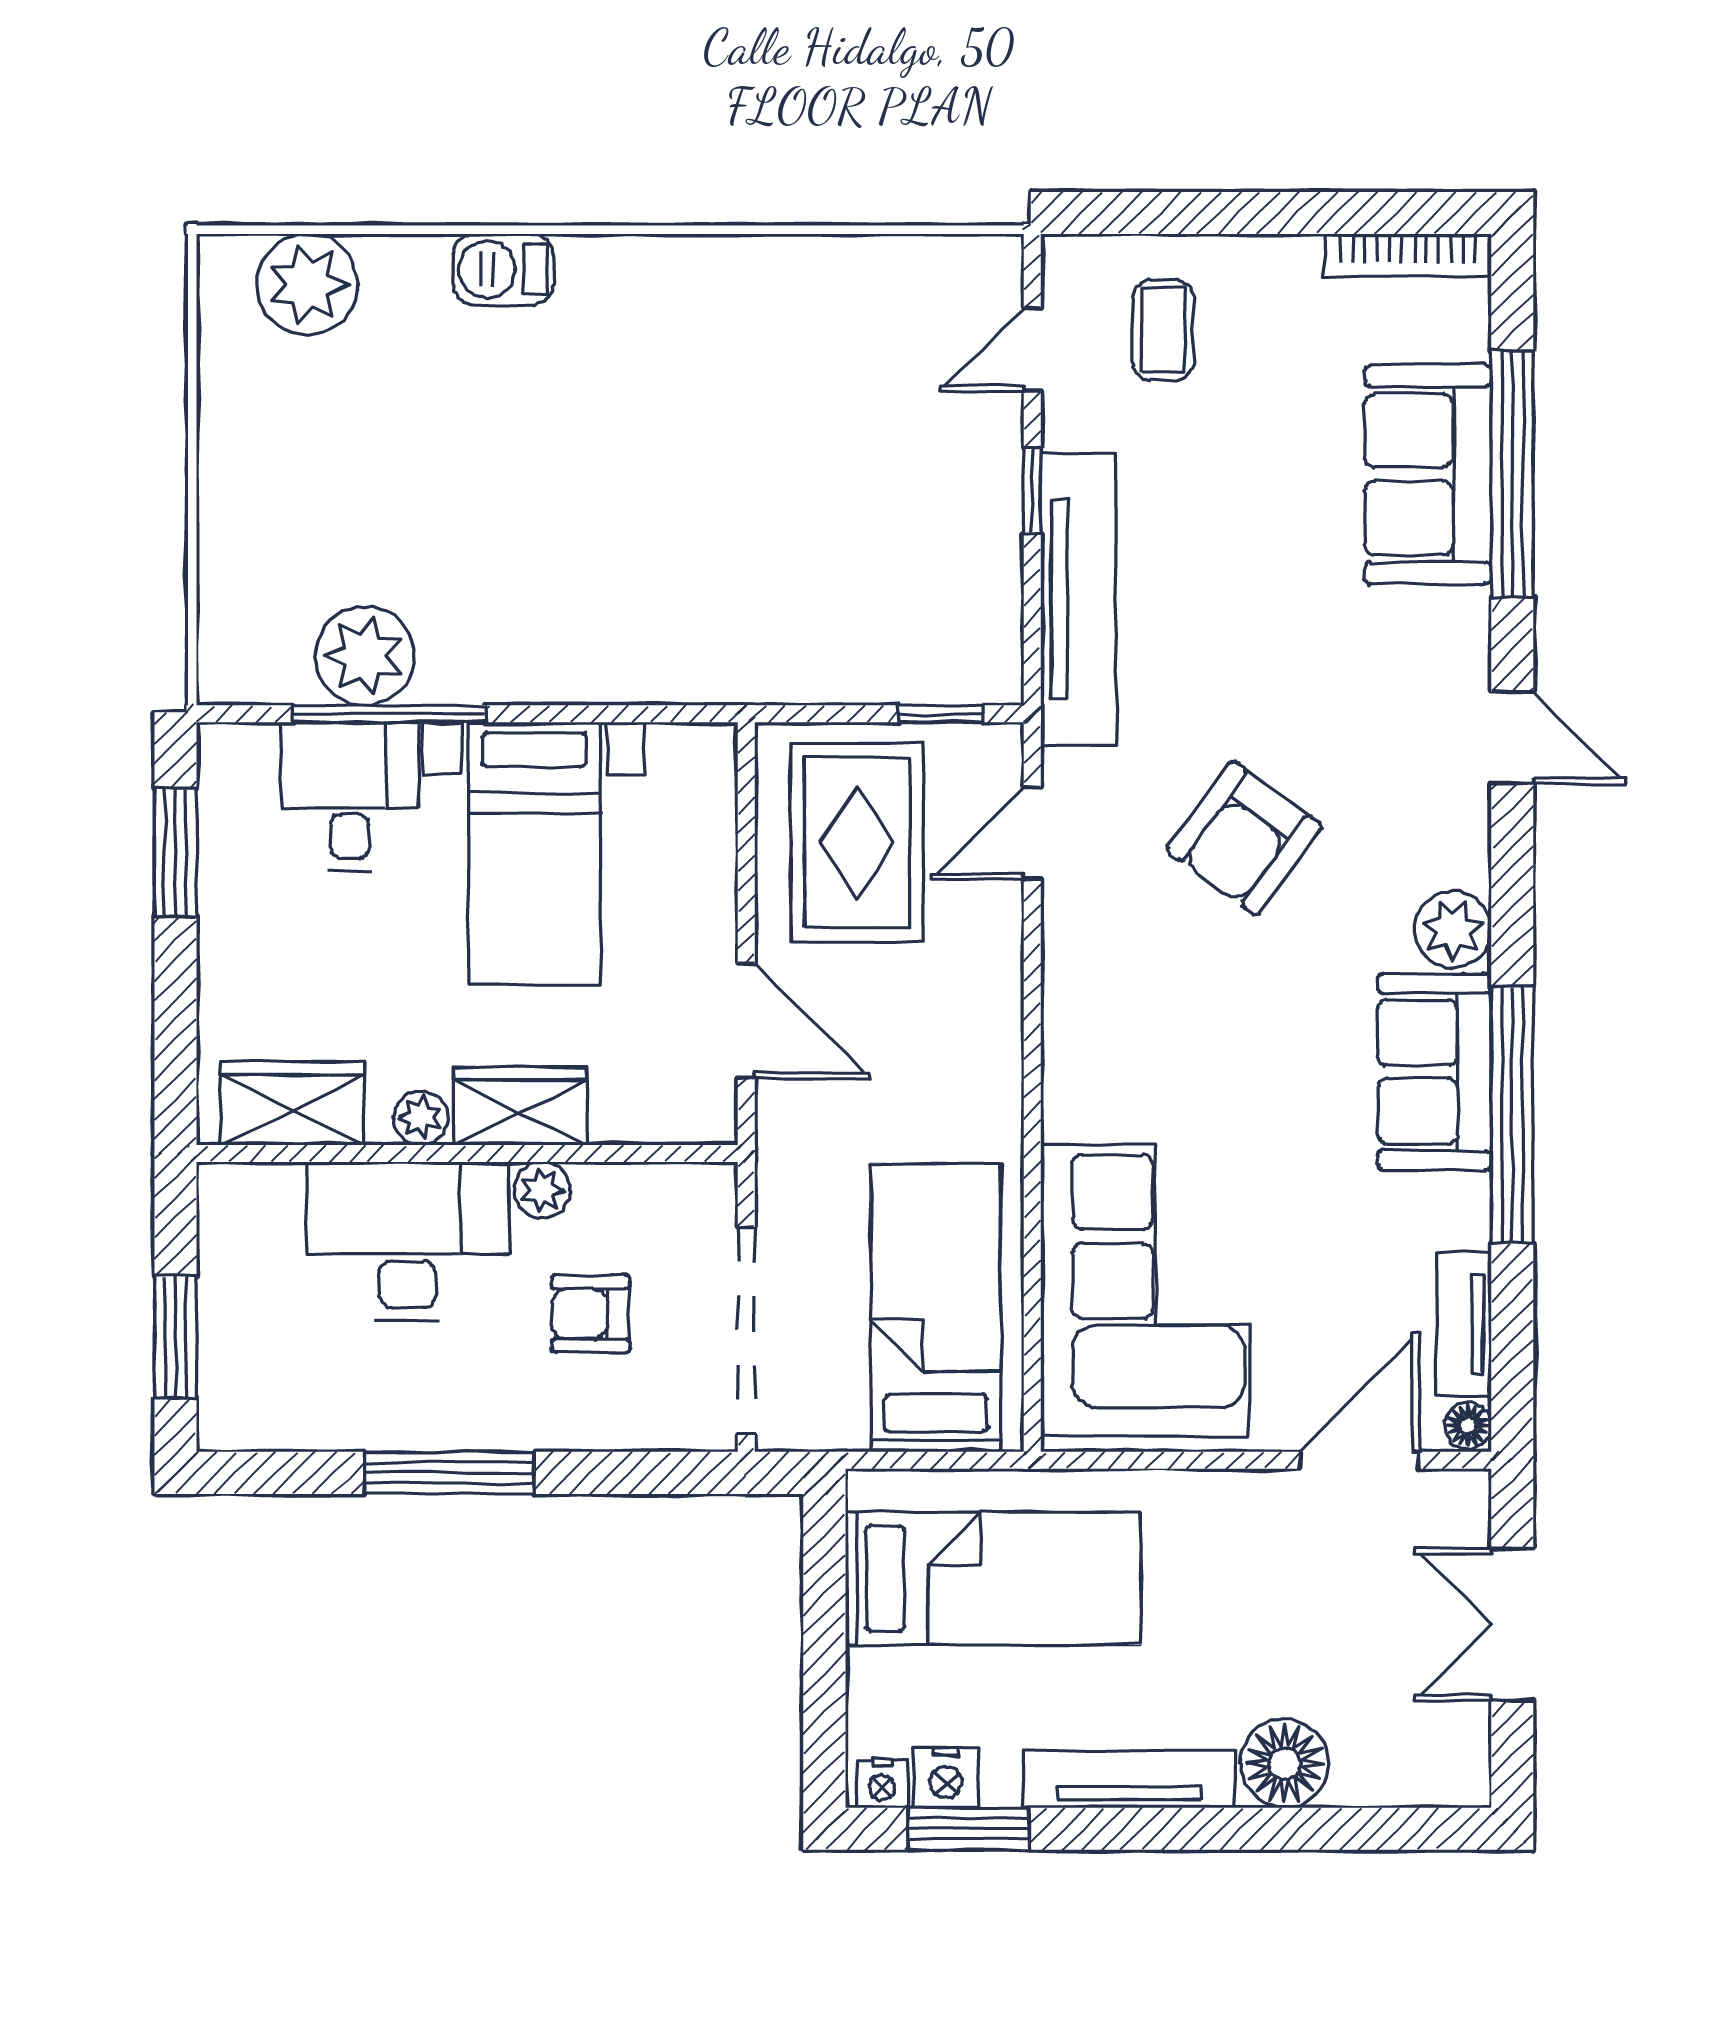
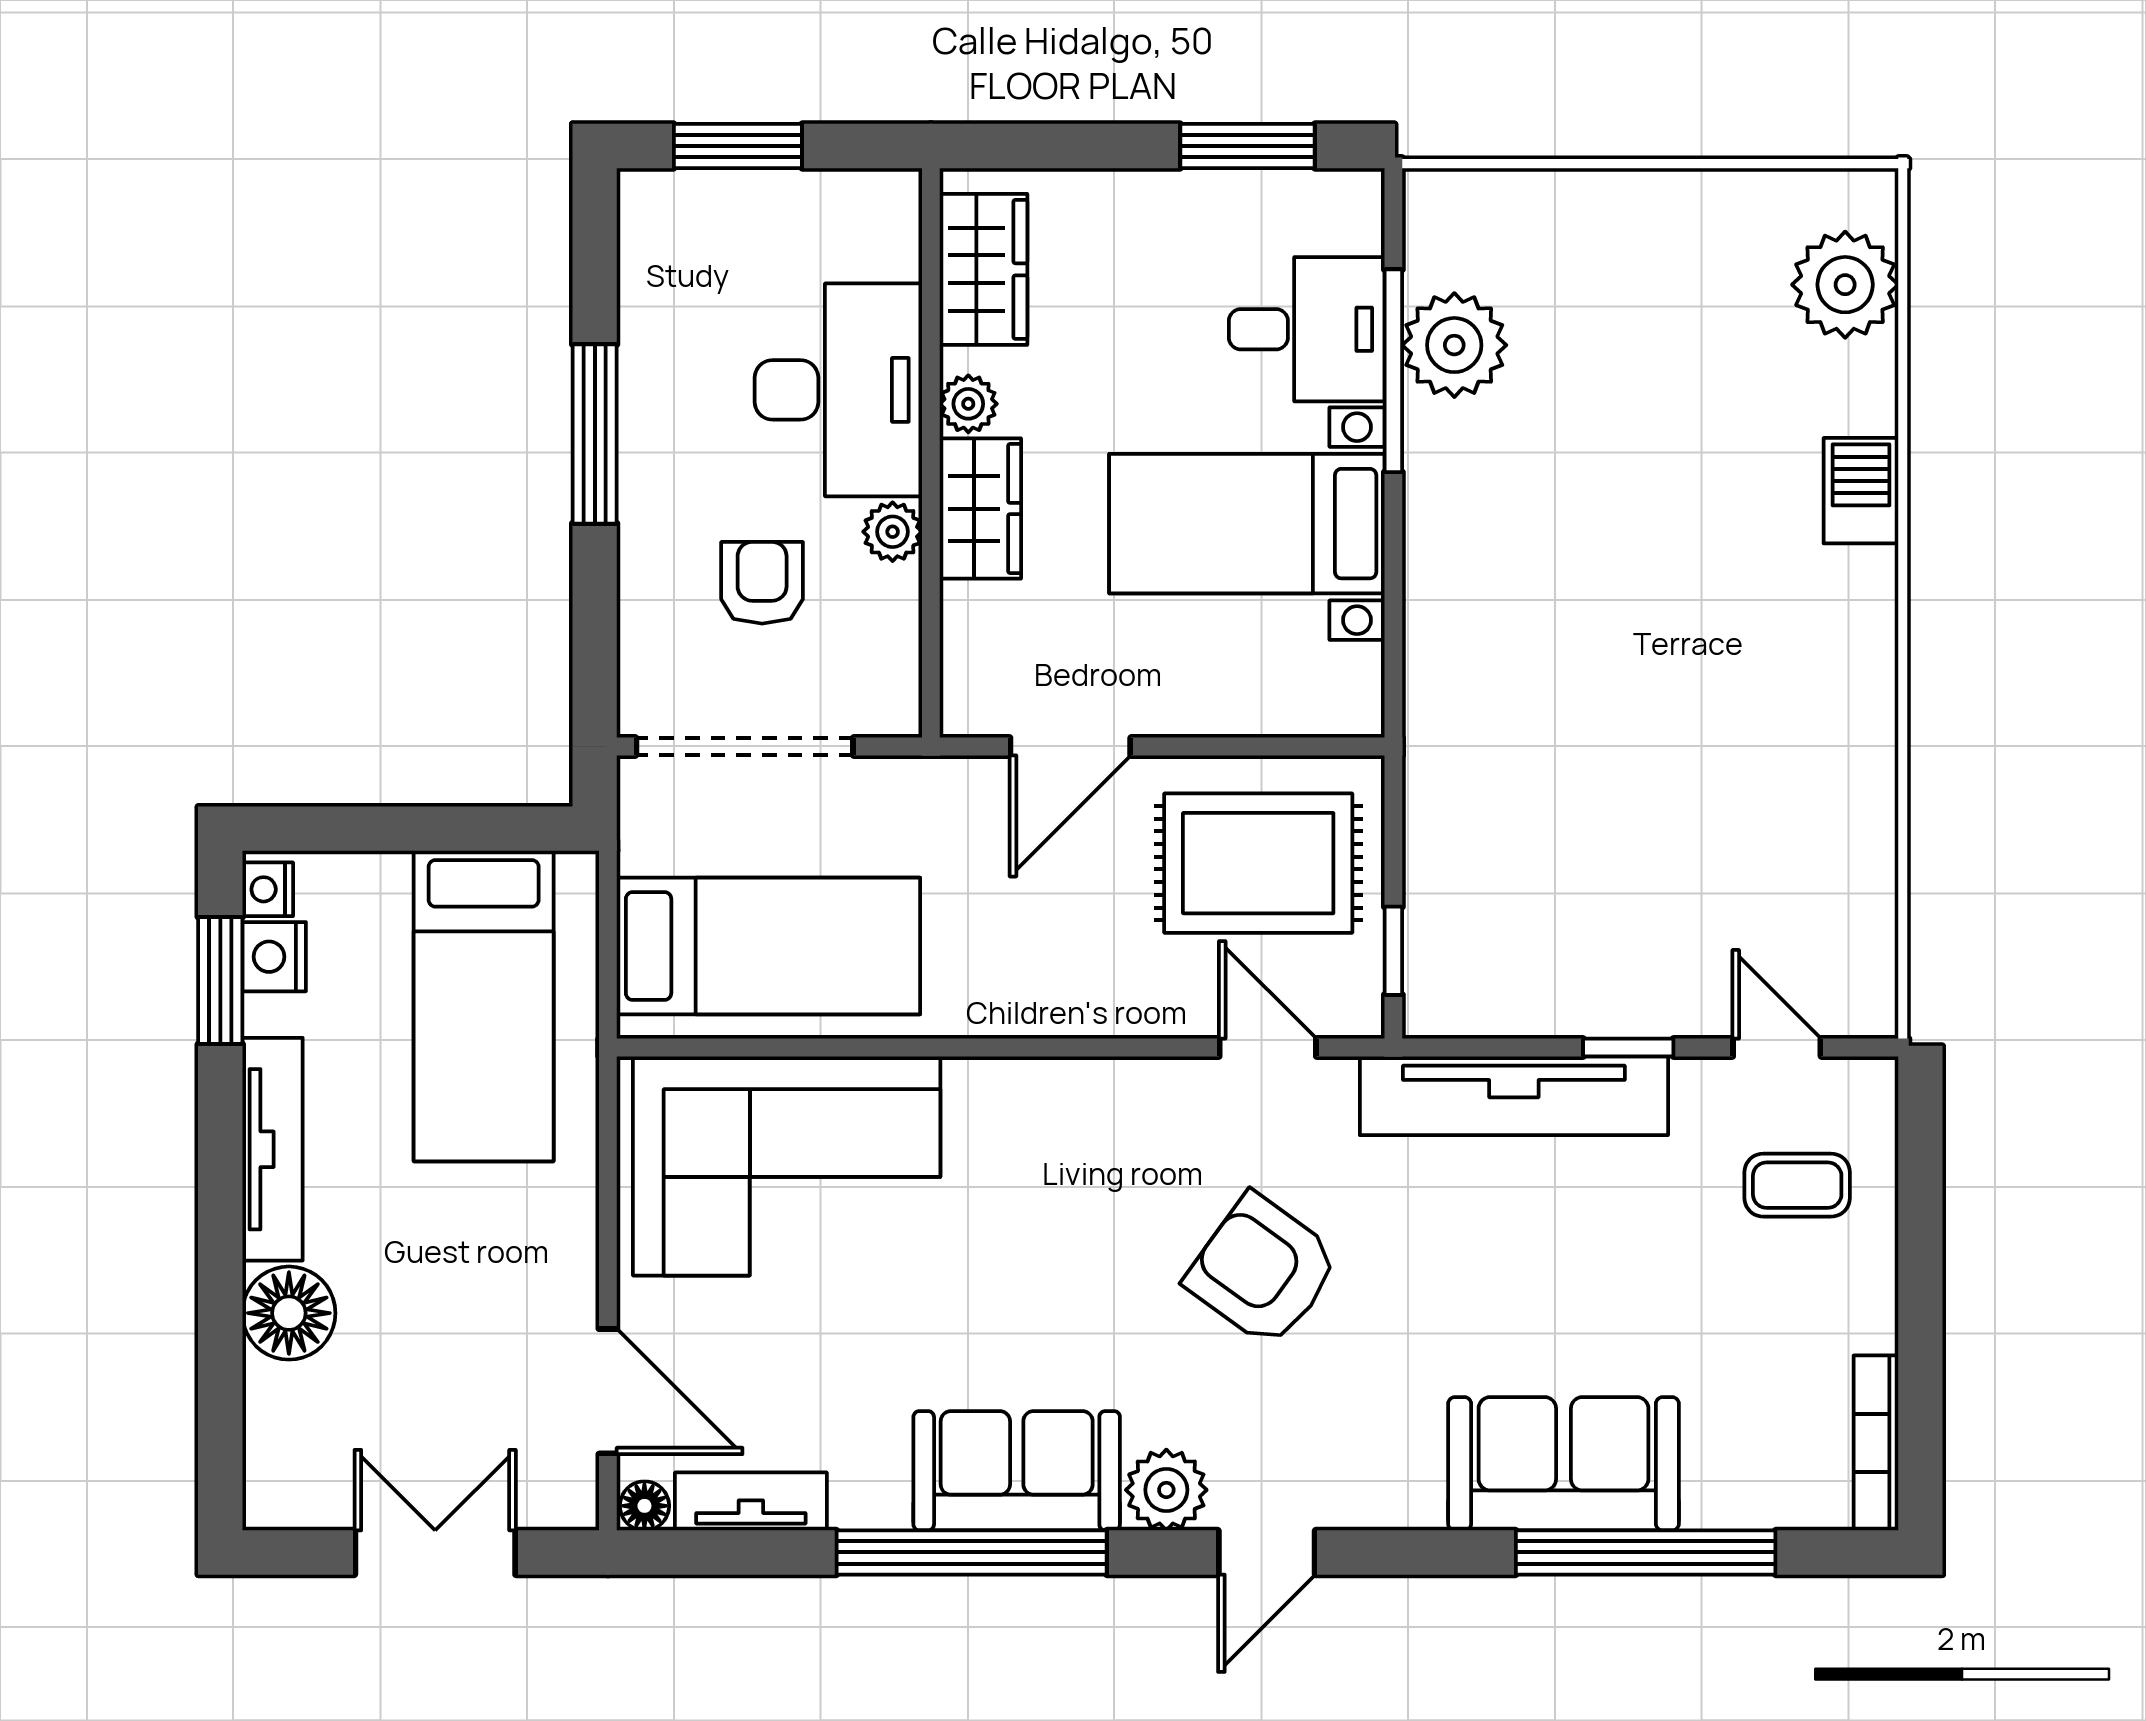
sofa: (1428, 474) -> (1563, 1464), moved
door: (1512, 738) -> (1267, 1552), moved

